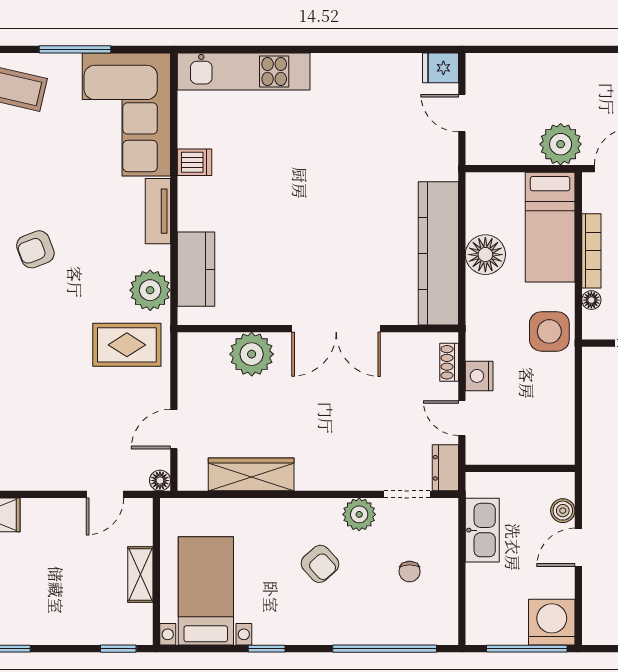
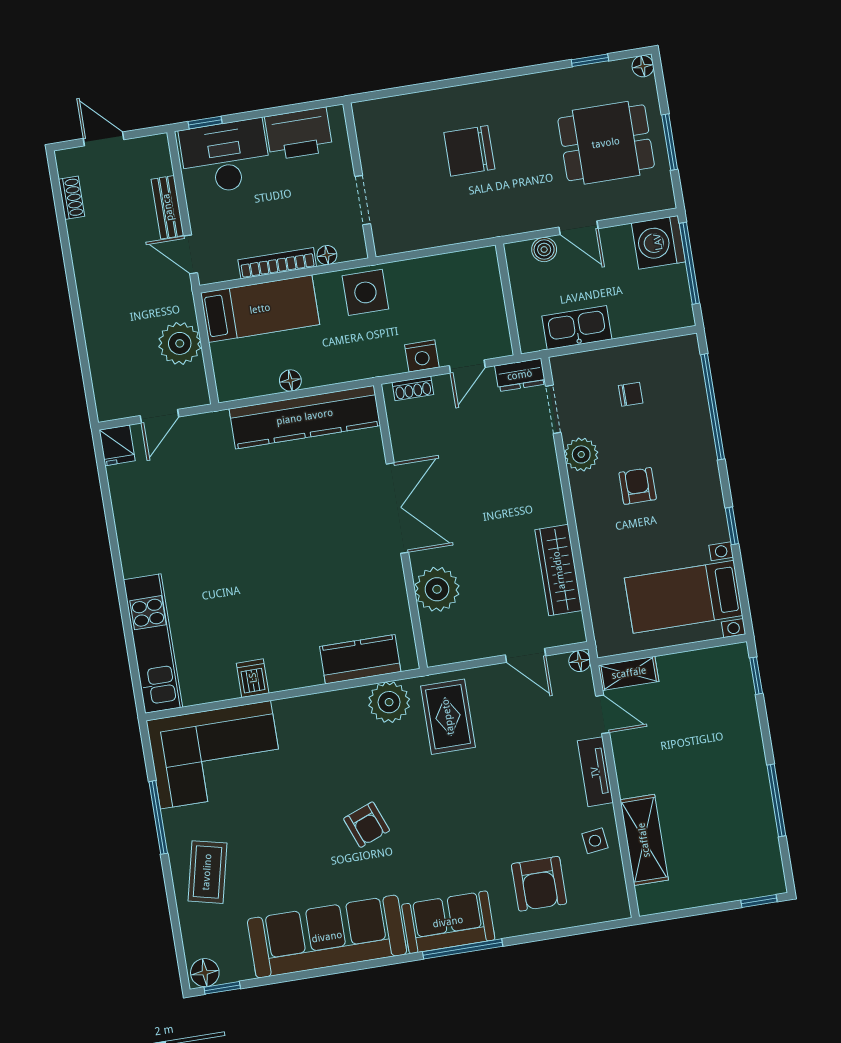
plant: (561, 144) -> (180, 343), moved
tv unit: (158, 211) -> (595, 772), moved, turned 90
floor lamp: (485, 255) -> (290, 381), width x0.53, depth x0.53
armchair: (320, 564) -> (638, 486), turned -48
shelving: (140, 574) -> (629, 673), moved

